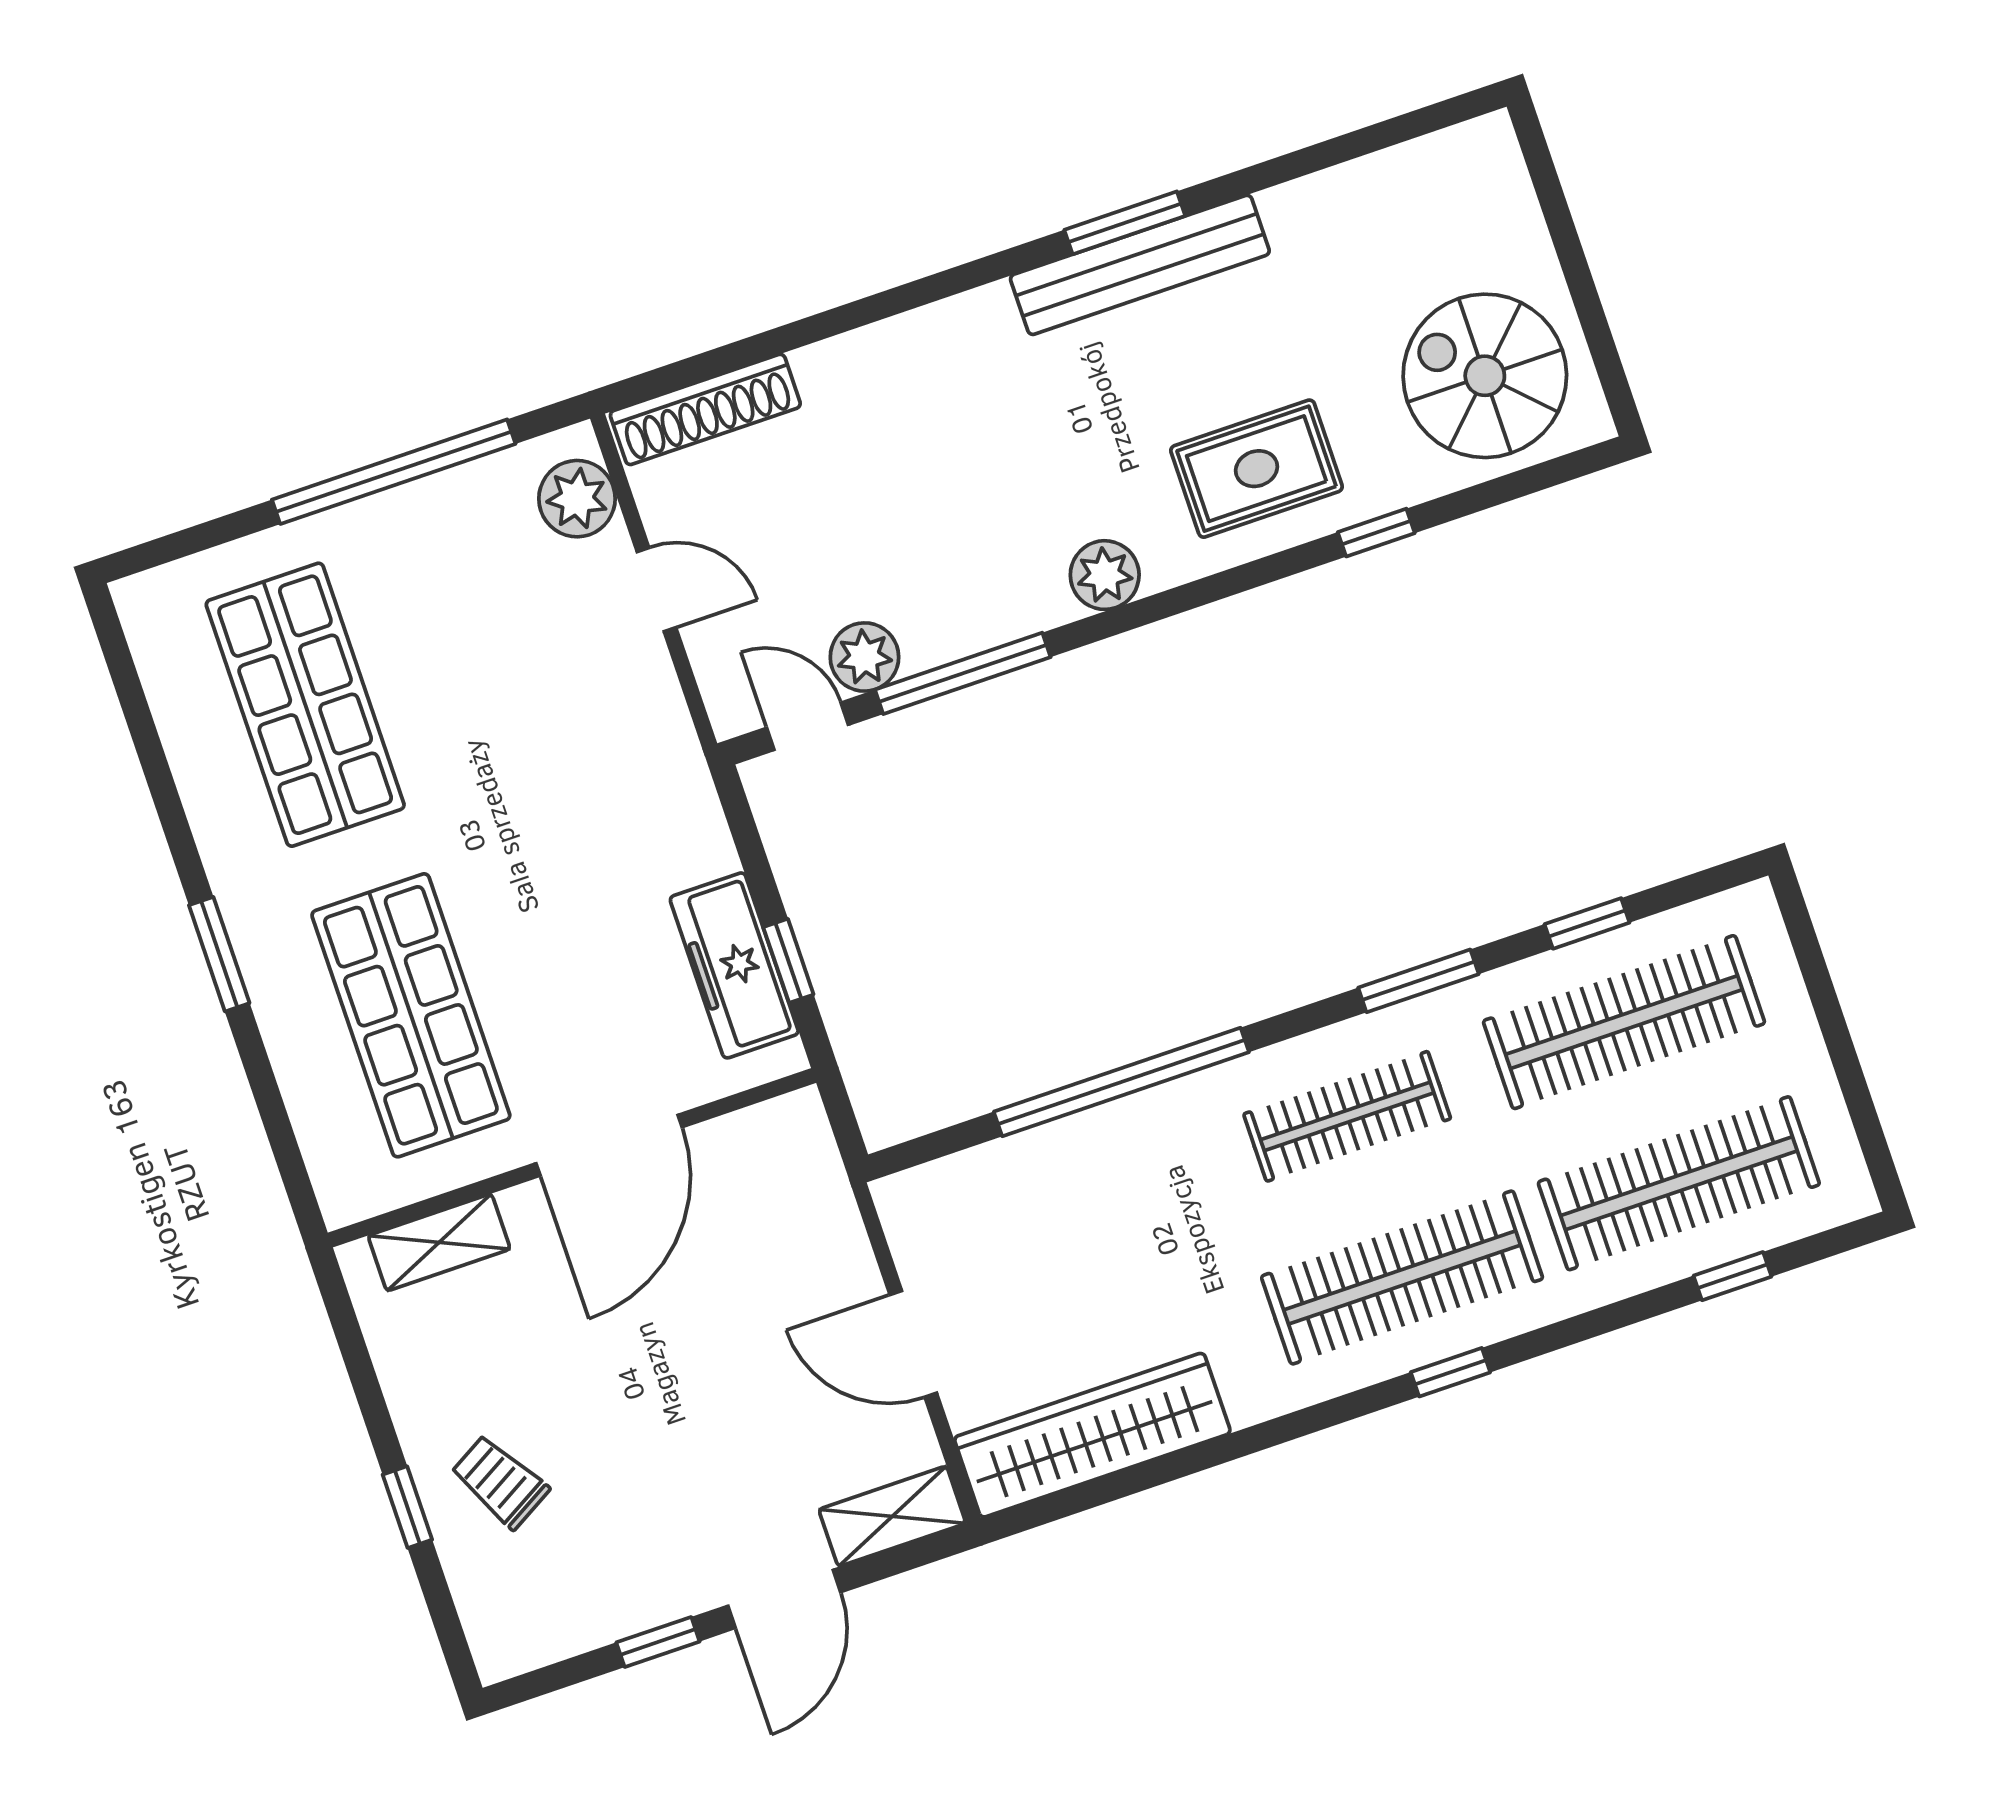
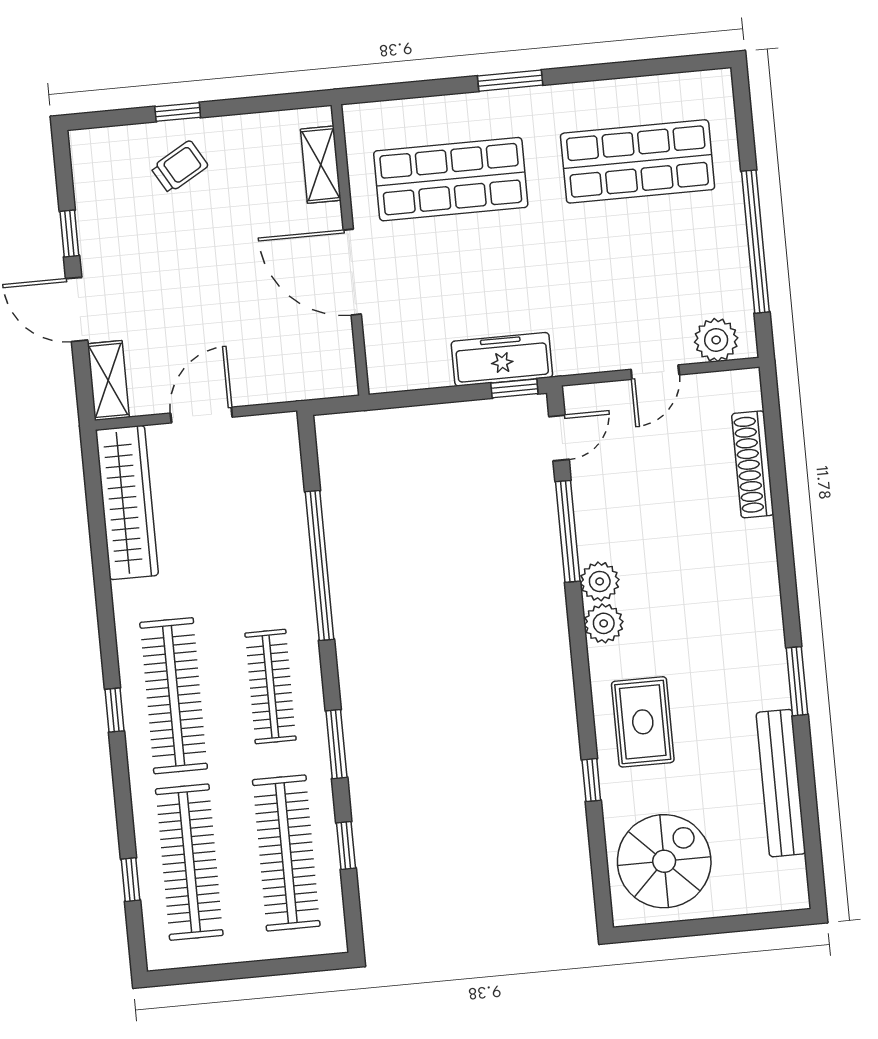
bench: (1140, 265) -> (781, 783), moved
shoe rack: (705, 409) -> (753, 464), moved
plant: (864, 657) -> (600, 581), moved
window: (788, 961) -> (514, 388), moved
freezer: (734, 965) -> (502, 359), moved

